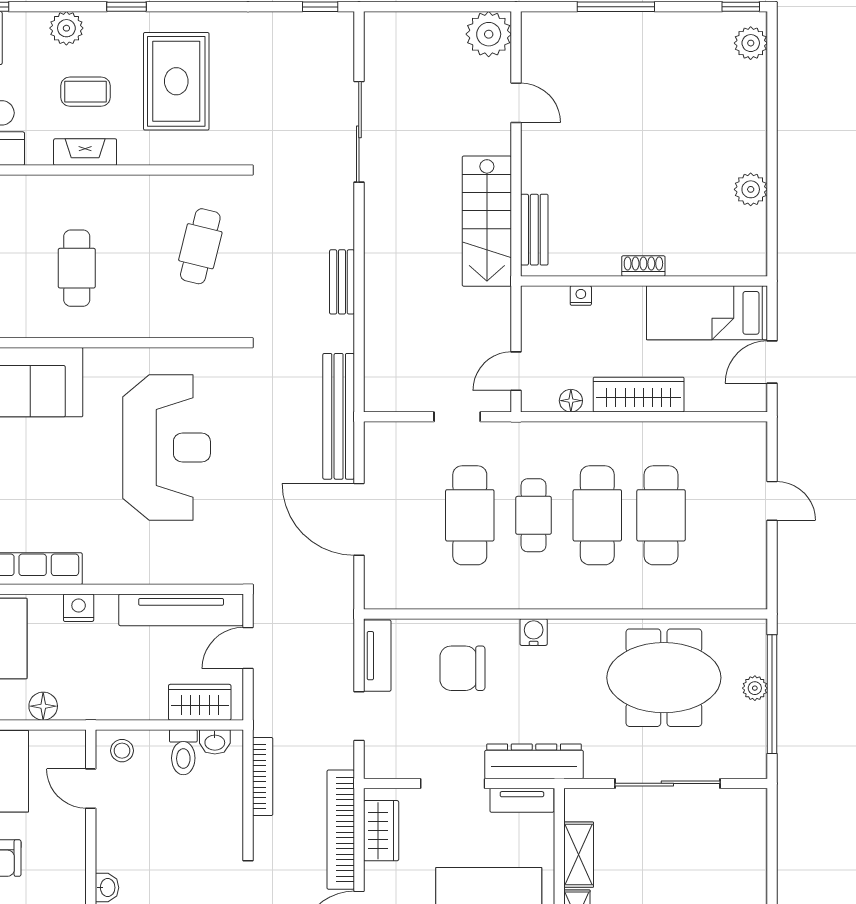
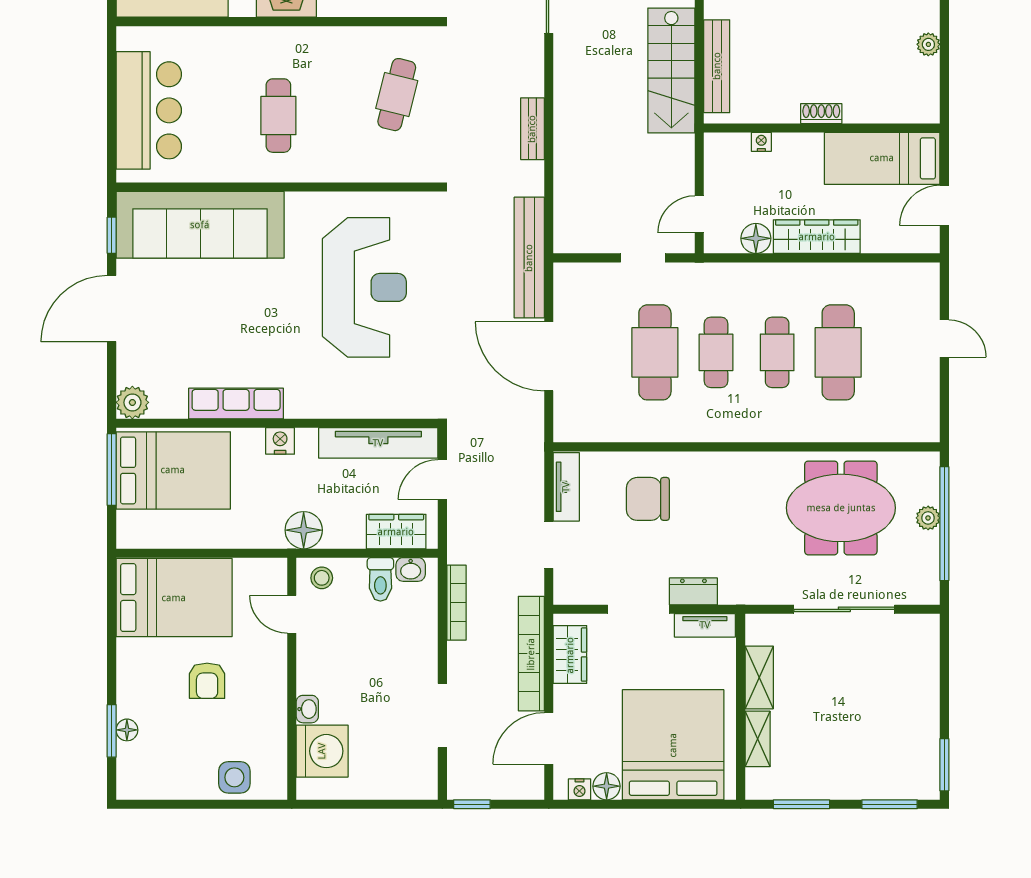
plant: (751, 189) -> (928, 44), width x0.73, depth x0.73
bench: (534, 230) -> (717, 66), width x1.36
floor lamp: (571, 401) -> (756, 238), width x1.37, depth x1.37
cafe table: (597, 515) -> (777, 352), width x0.73, depth x0.74
water cooler: (534, 632) -> (716, 464), removed
floor lamp: (43, 706) -> (304, 530), moved, width x1.38, depth x1.38
dresser: (534, 761) -> (693, 591), width x0.51, depth x0.80

